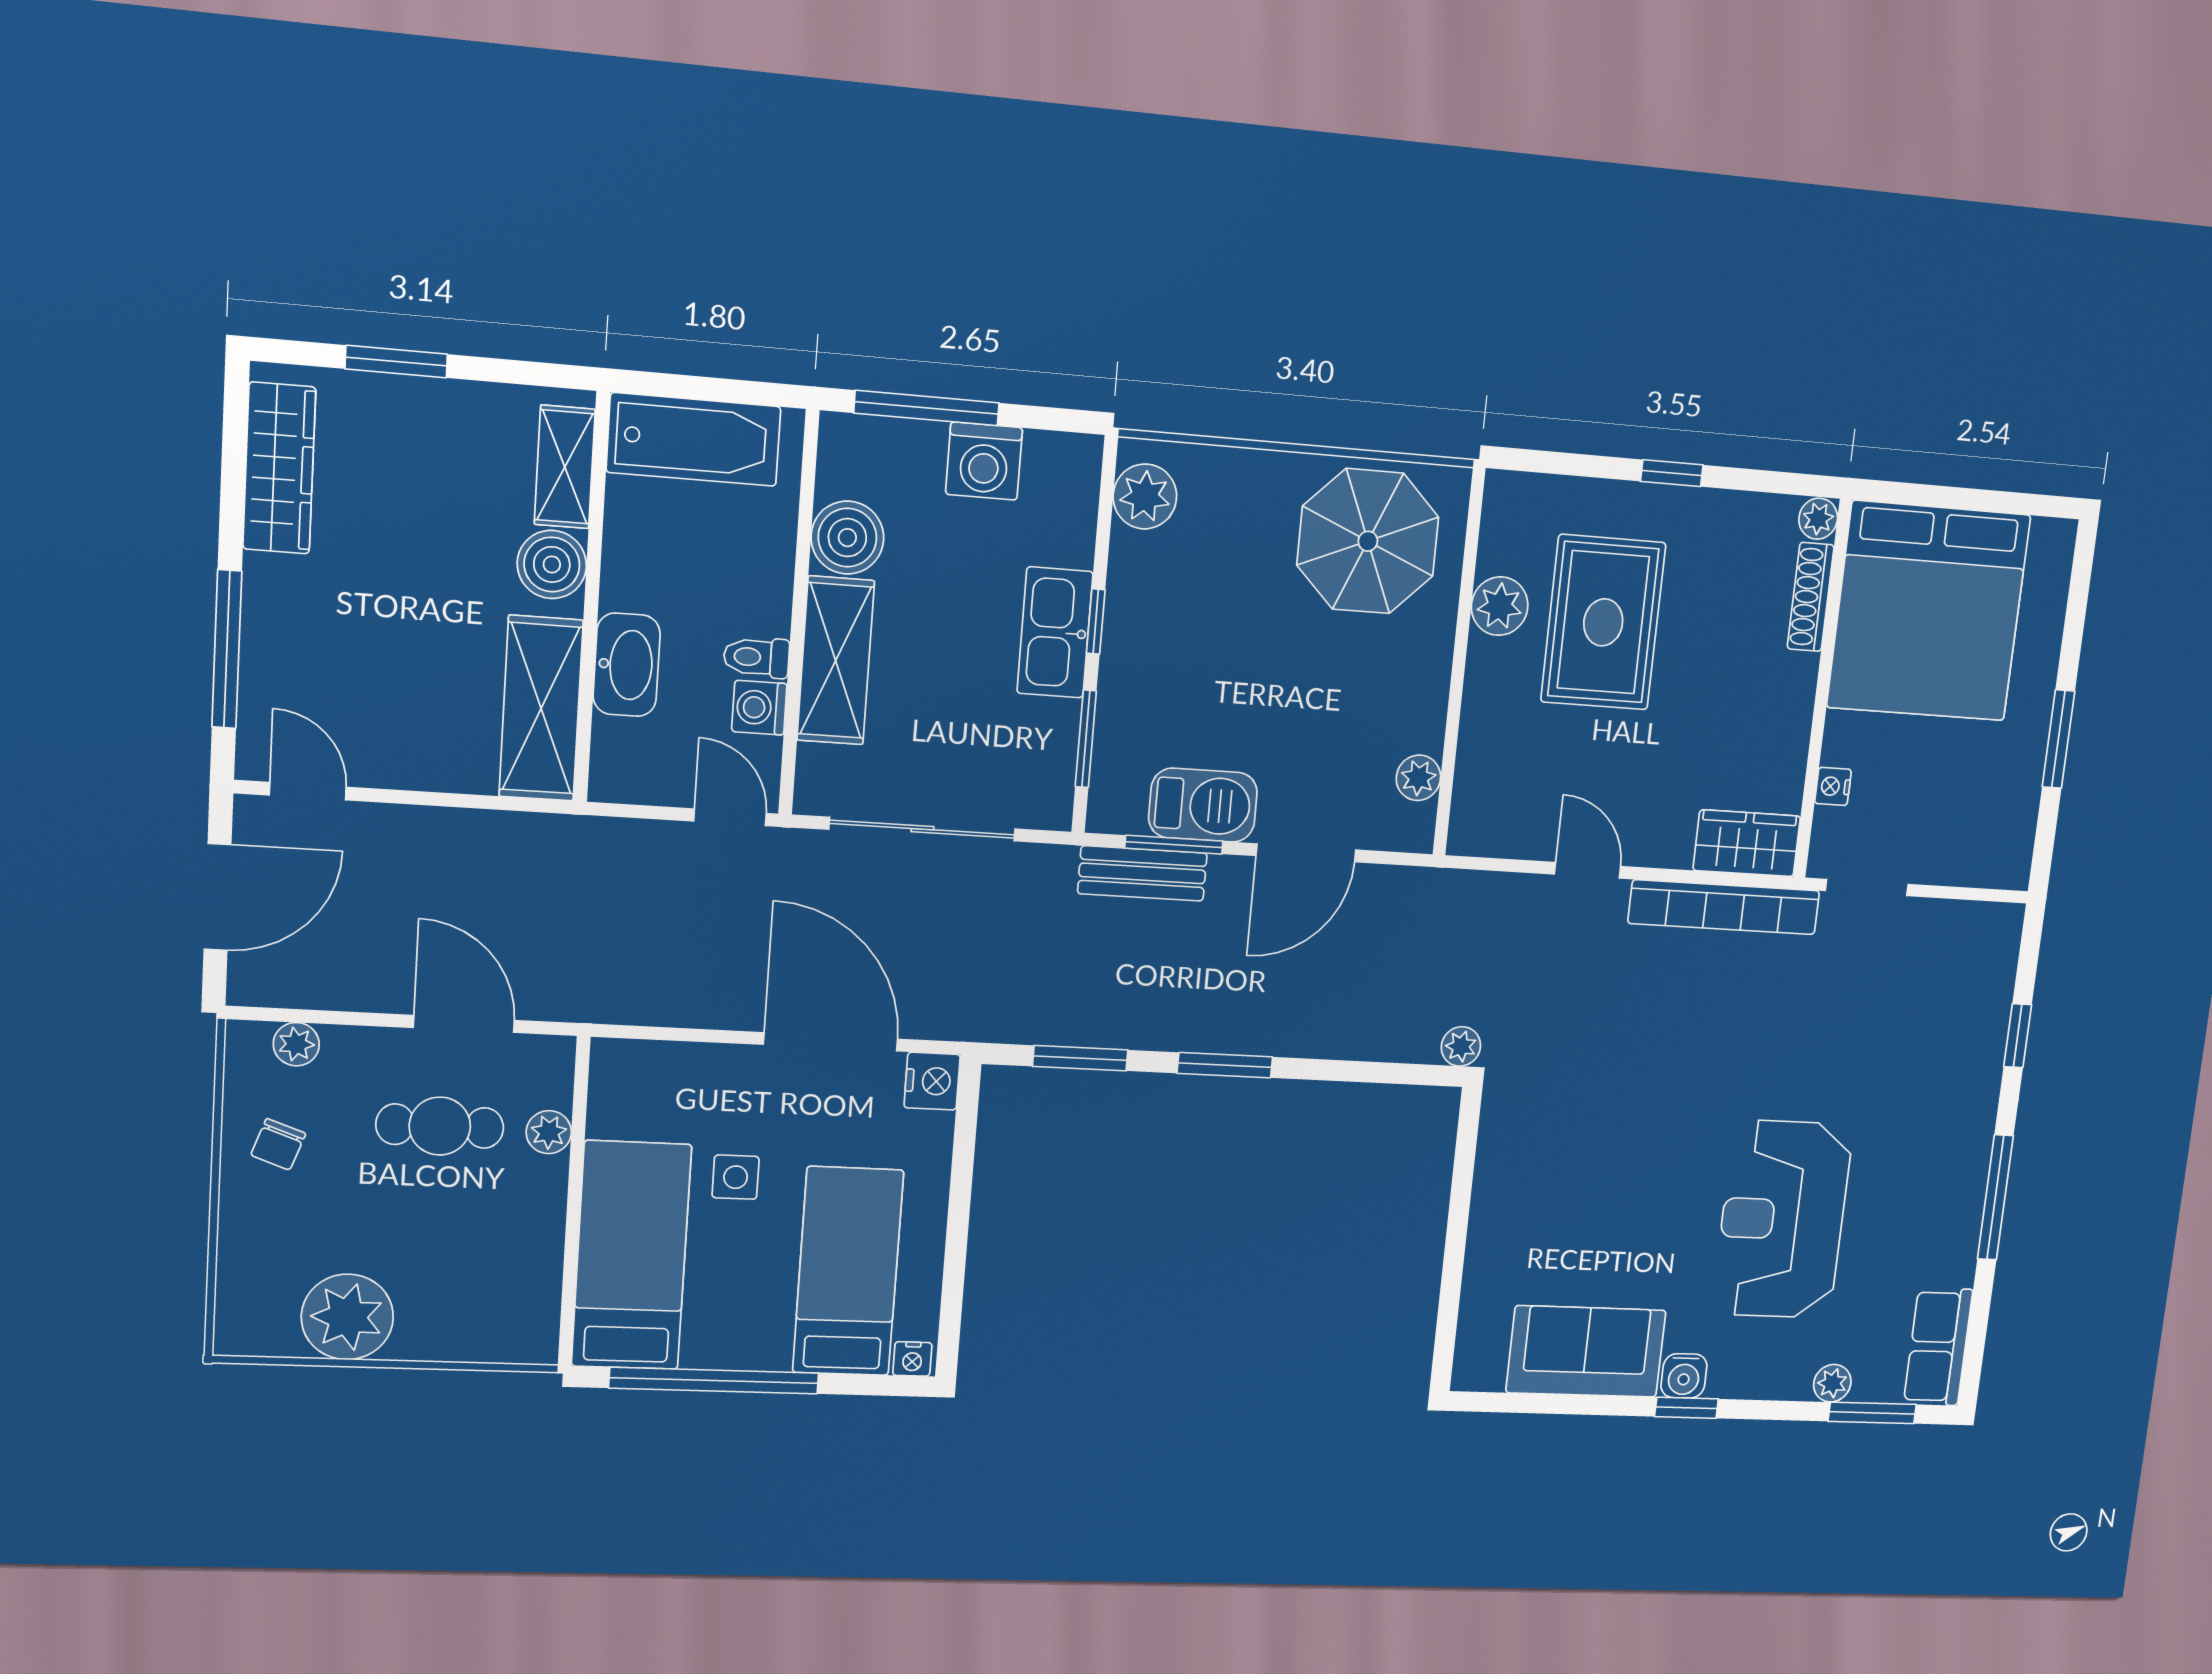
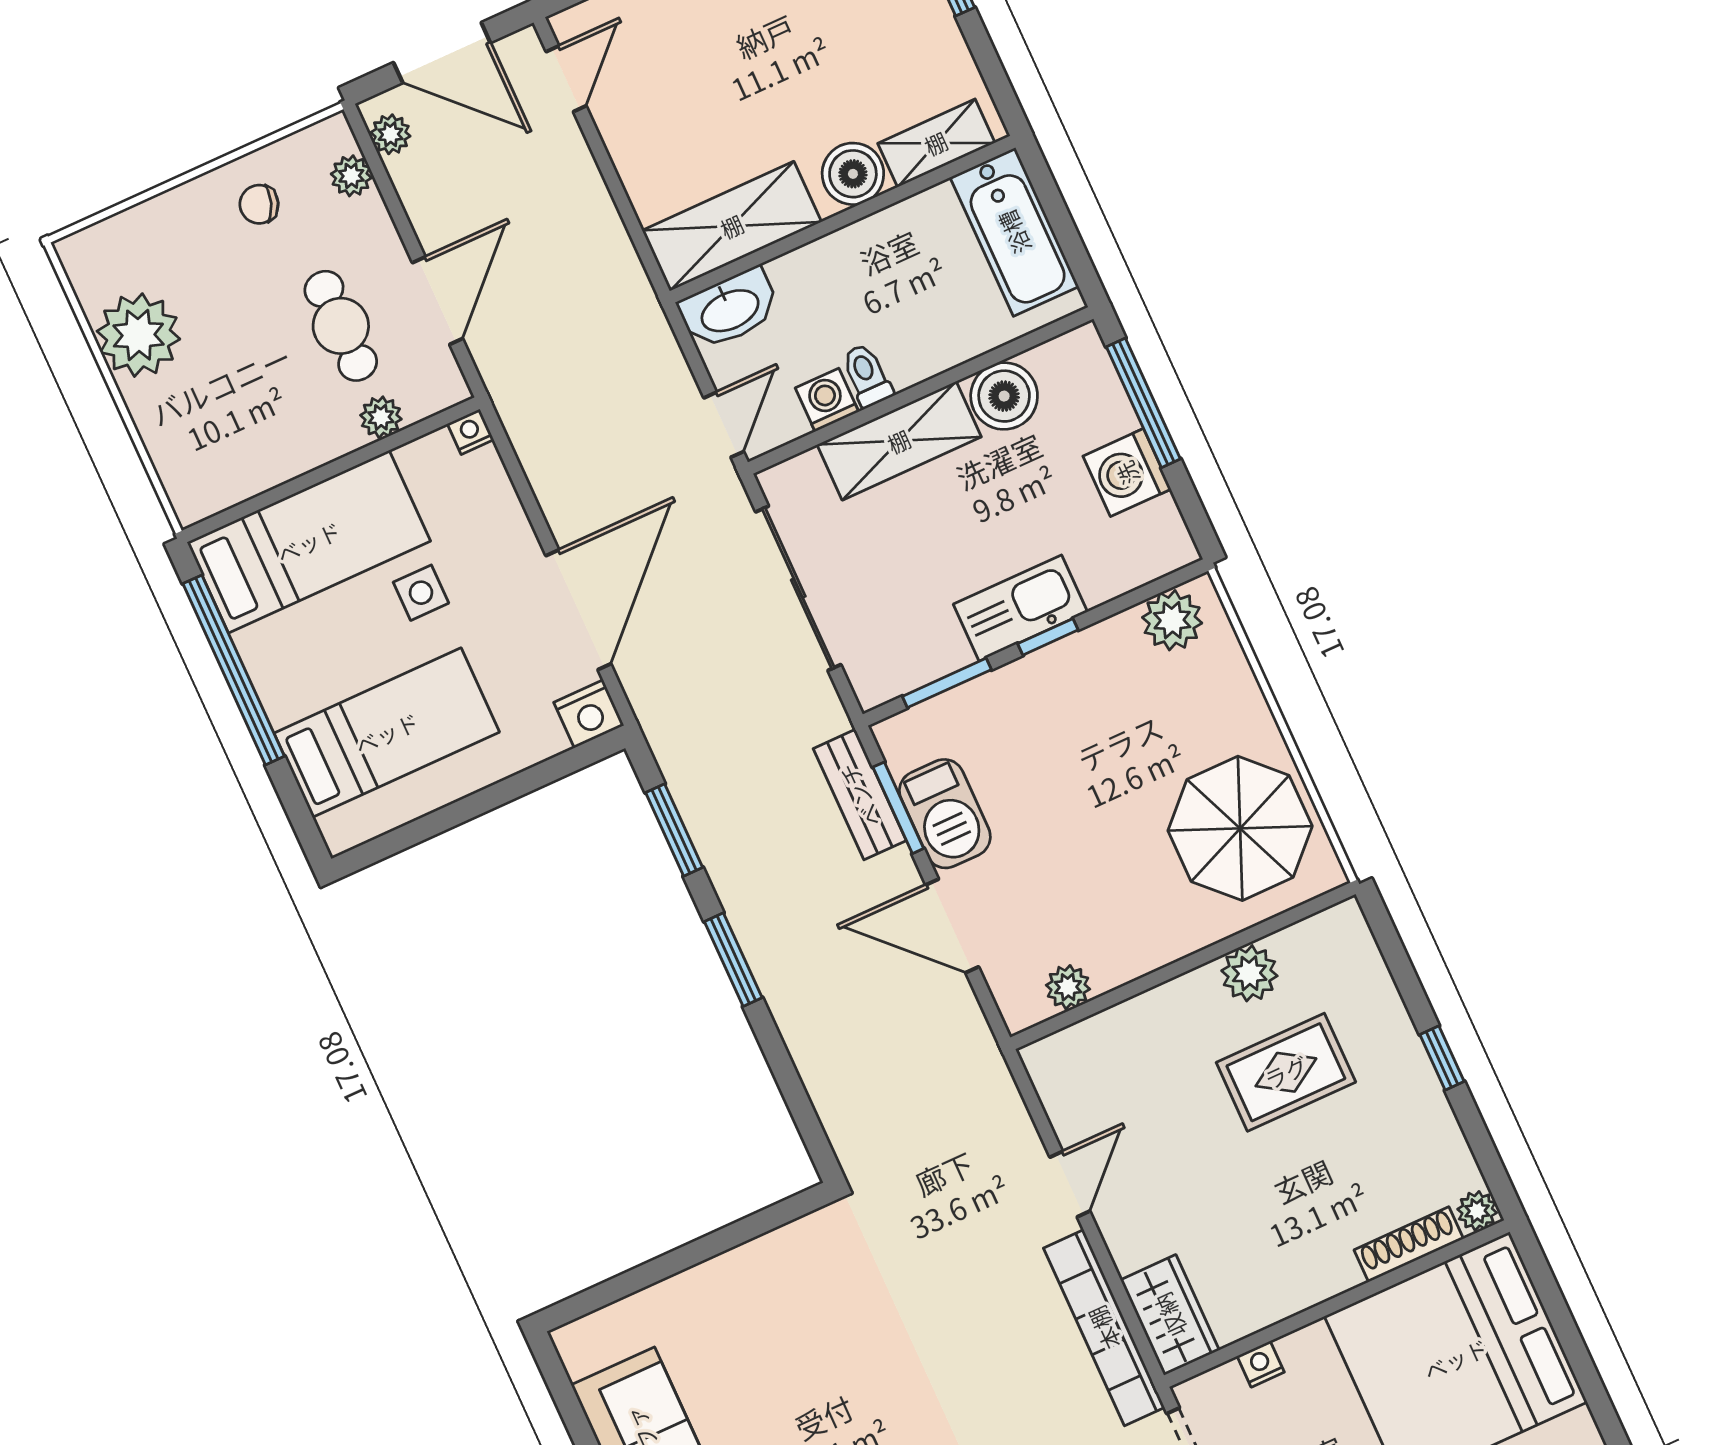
rug: (1603, 622) -> (1286, 1072), width x0.73, depth x0.70
washbasin: (627, 665) -> (729, 309), moved
plant: (1461, 1046) -> (390, 134), moved
nightstand: (912, 1359) -> (471, 432), moved, turned 90

